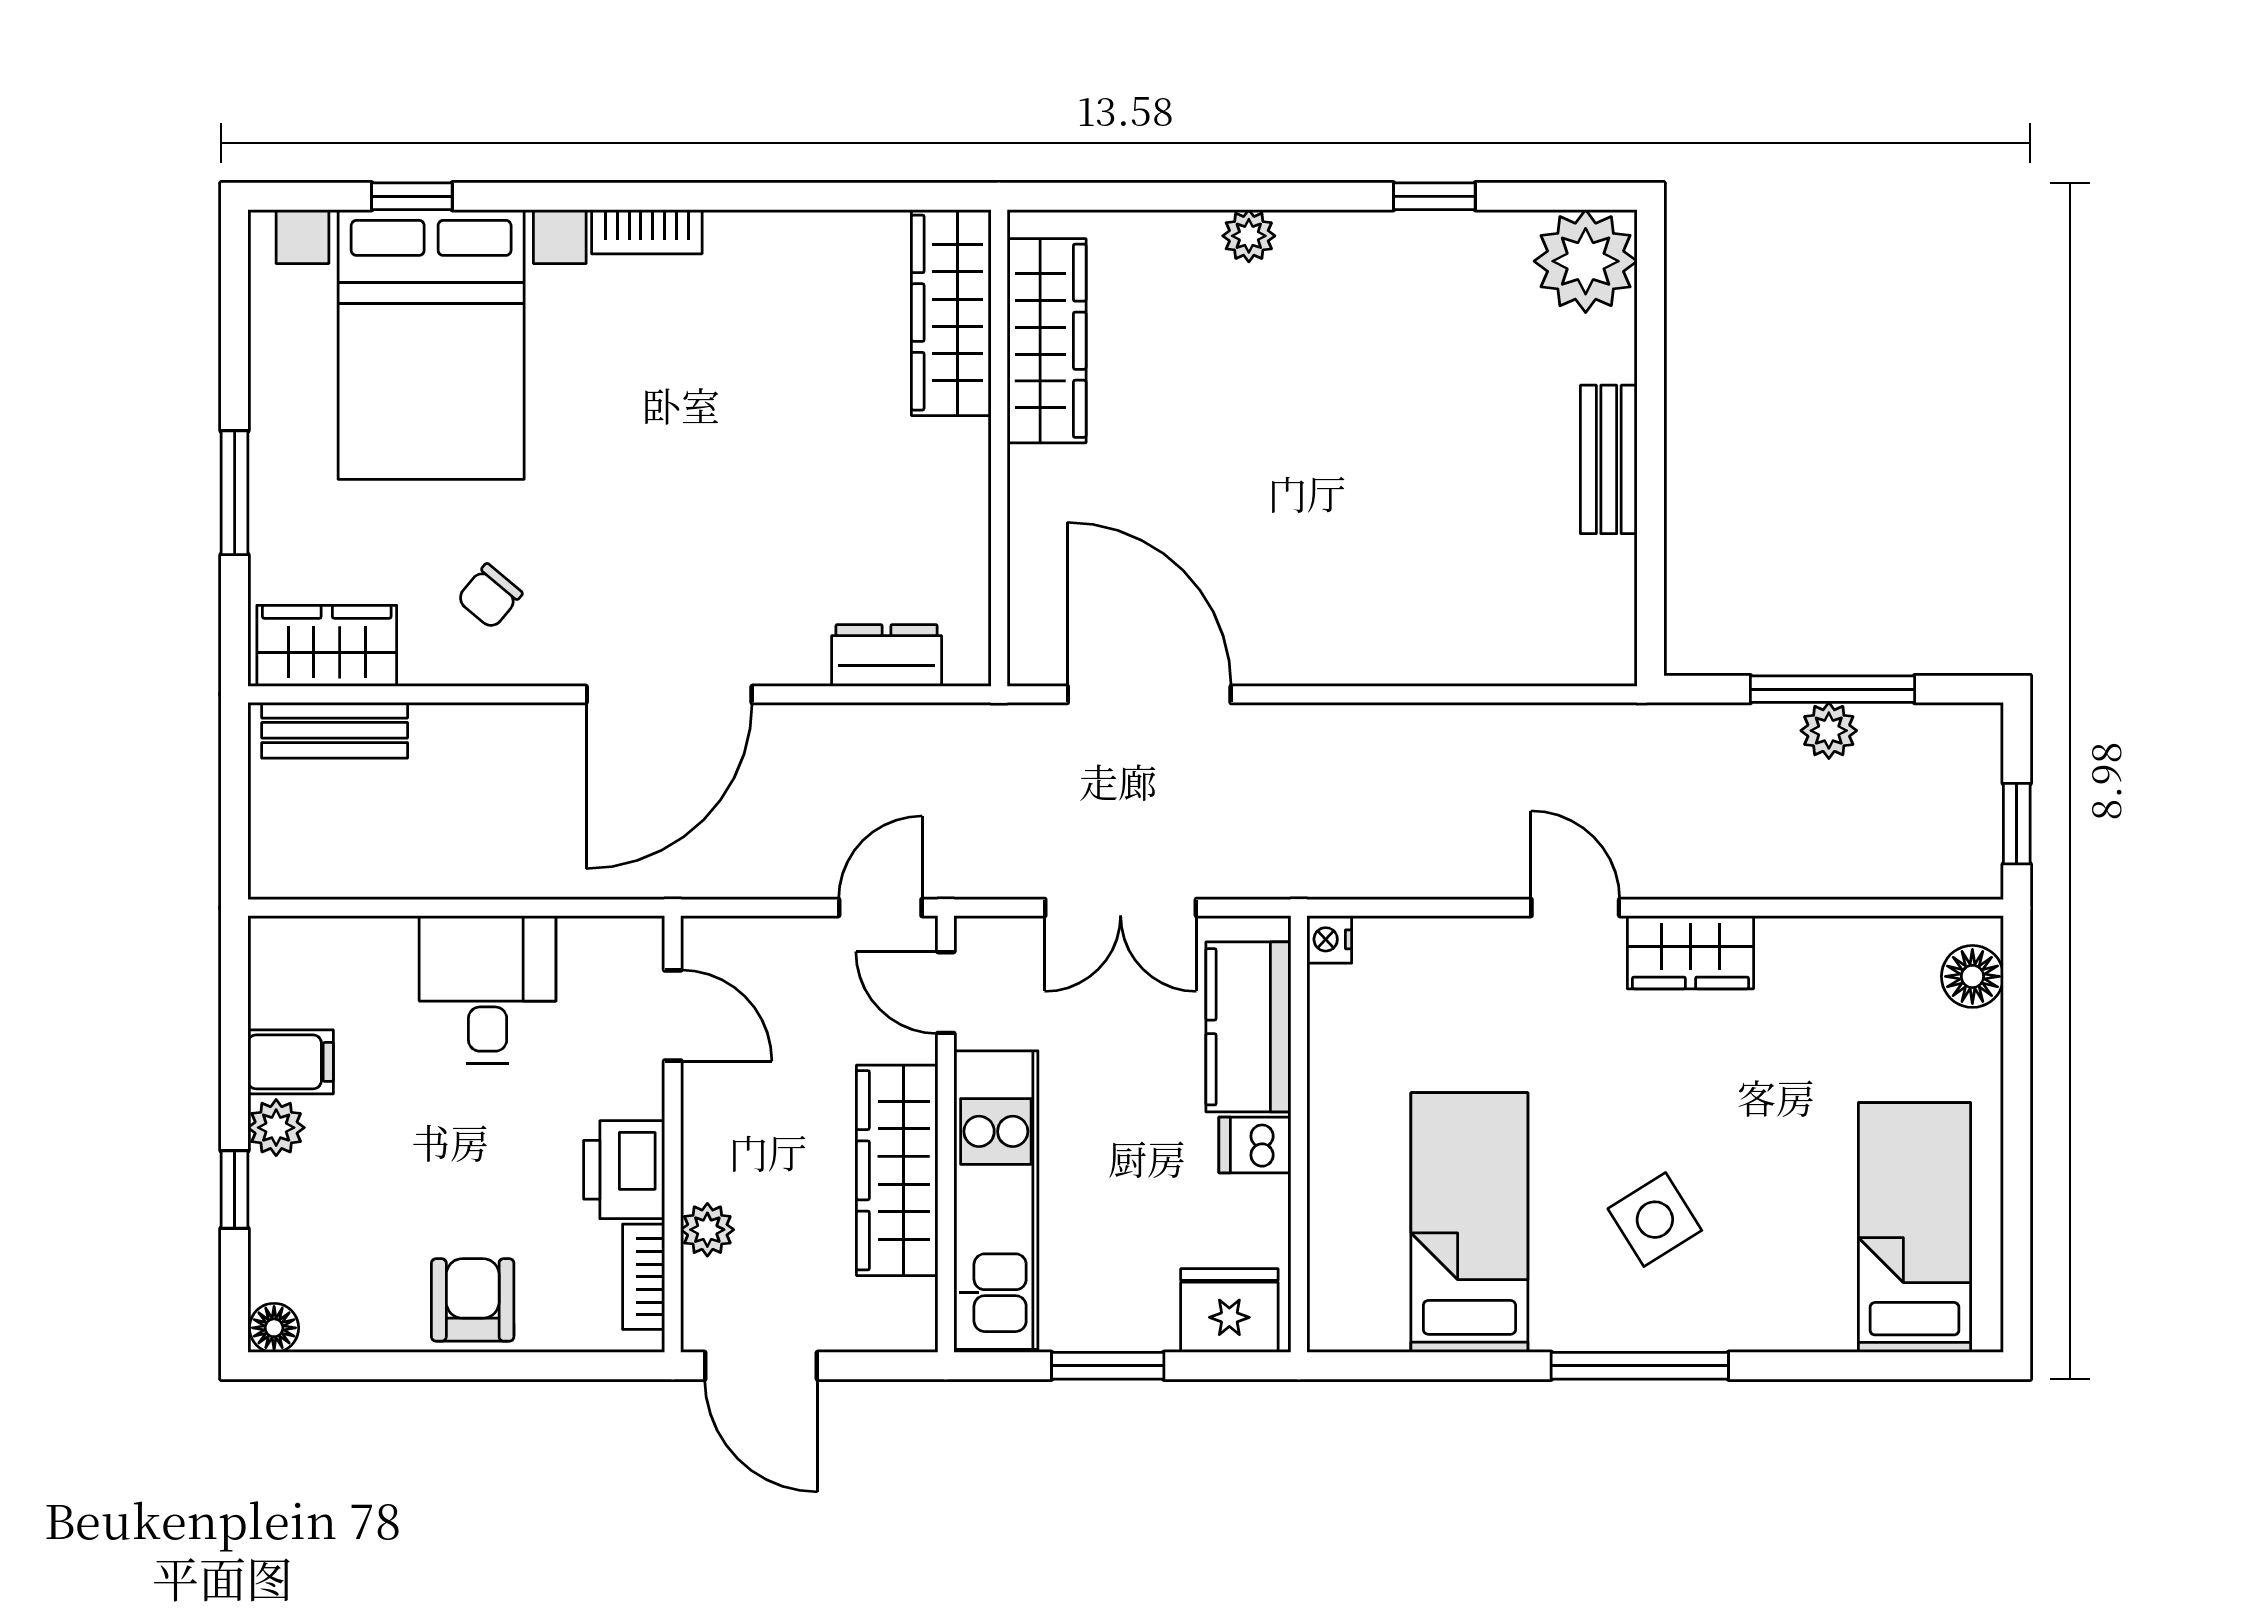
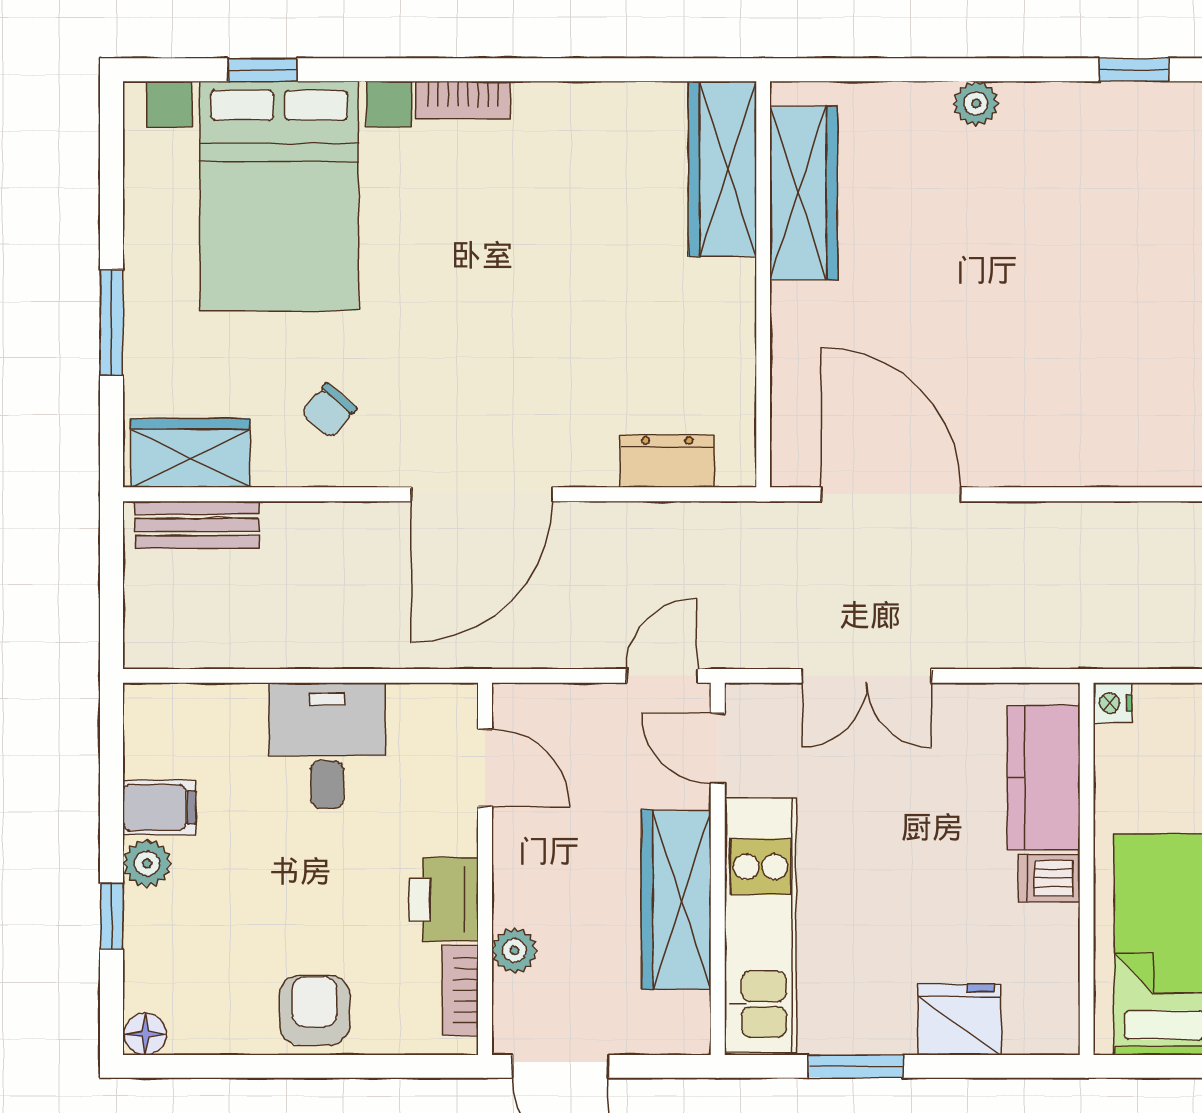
nightstand: (1329, 939) -> (1113, 703), moved
kitchen counter: (1248, 1027) -> (1044, 778), moved
wall: (1299, 1134) -> (1087, 869), moved
dishwasher: (1255, 1145) -> (1049, 878), moved

